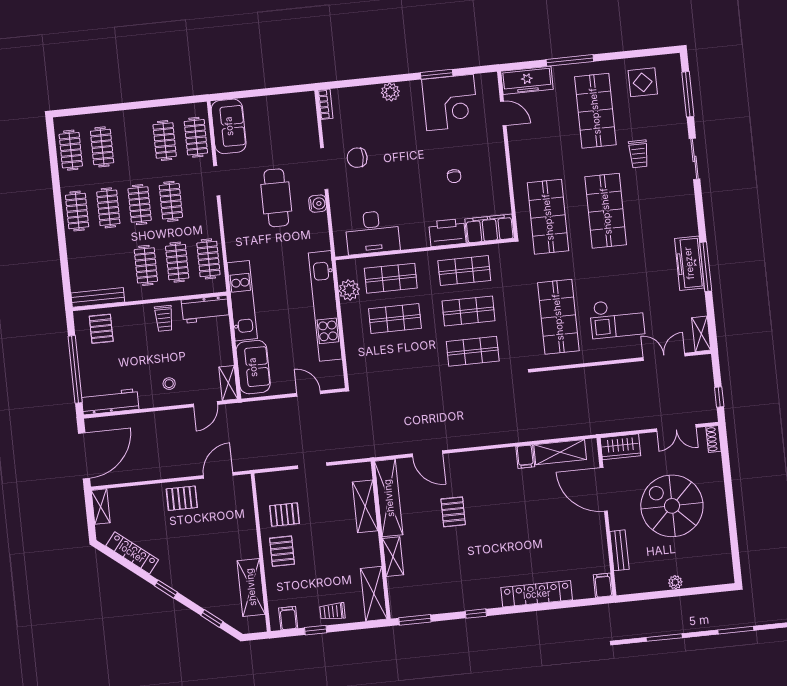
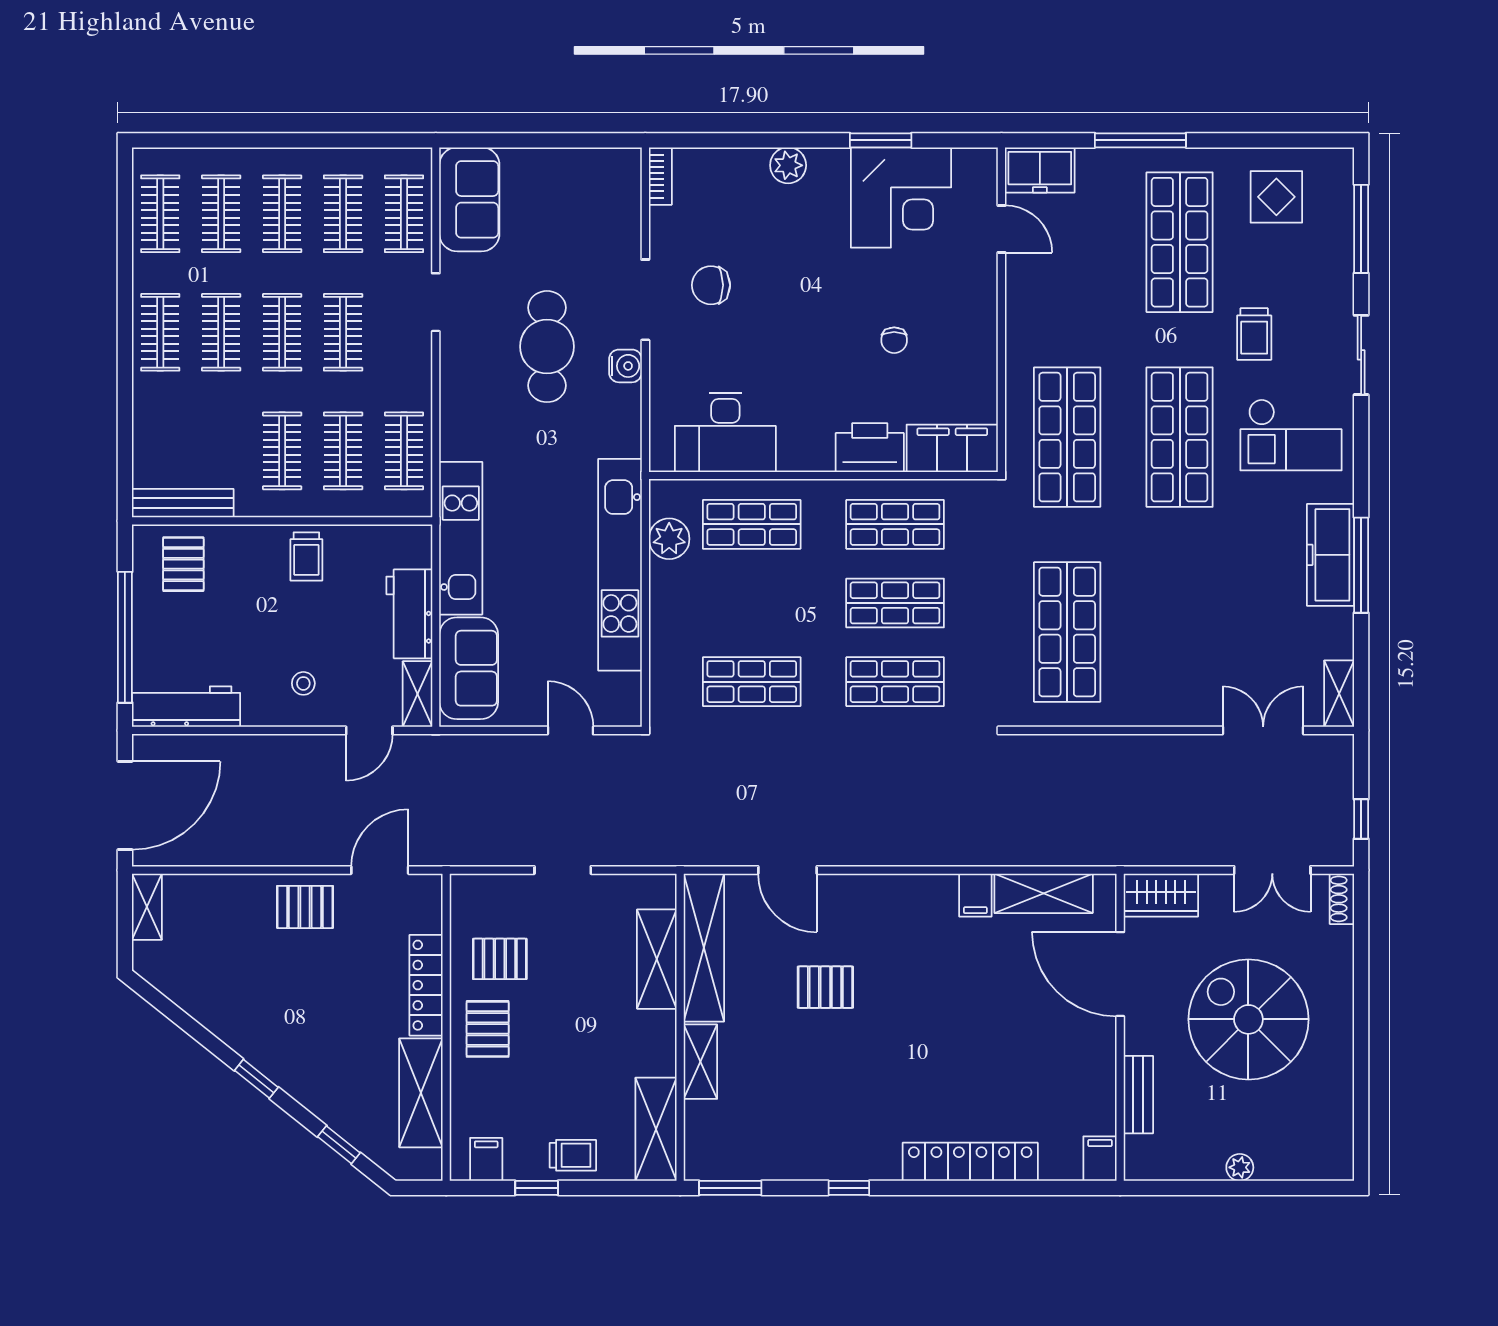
freezer: (527, 80) -> (1040, 170), width x0.71
clothes rail: (133, 144) -> (282, 214), added
workbench: (205, 309) -> (409, 614), moved, turned 90
checkout: (617, 318) -> (1291, 435), moved
shop shelf: (395, 319) -> (752, 682), moved
pallet: (453, 512) -> (825, 987), turned 90
locker: (132, 553) -> (426, 985), moved, turned -129
trolley: (332, 611) -> (573, 1155), turned 180

